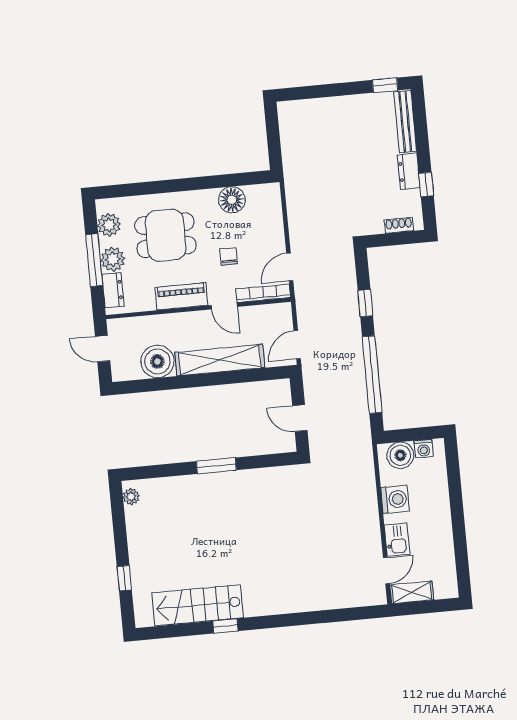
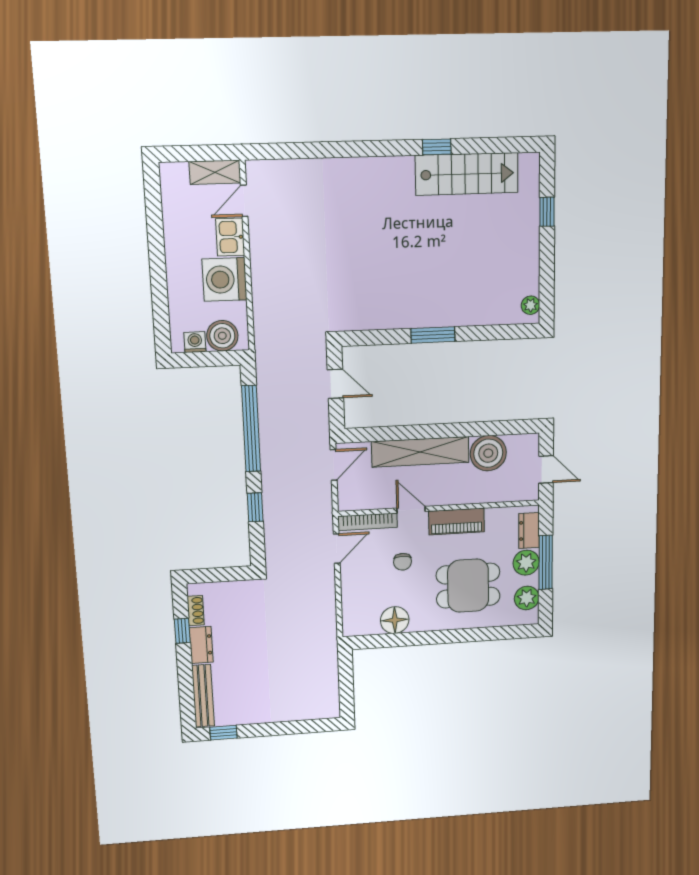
shoe rack: (399, 225) -> (196, 611), moved, turned -90
washing machine: (395, 499) -> (225, 279), width x1.37, depth x1.37

